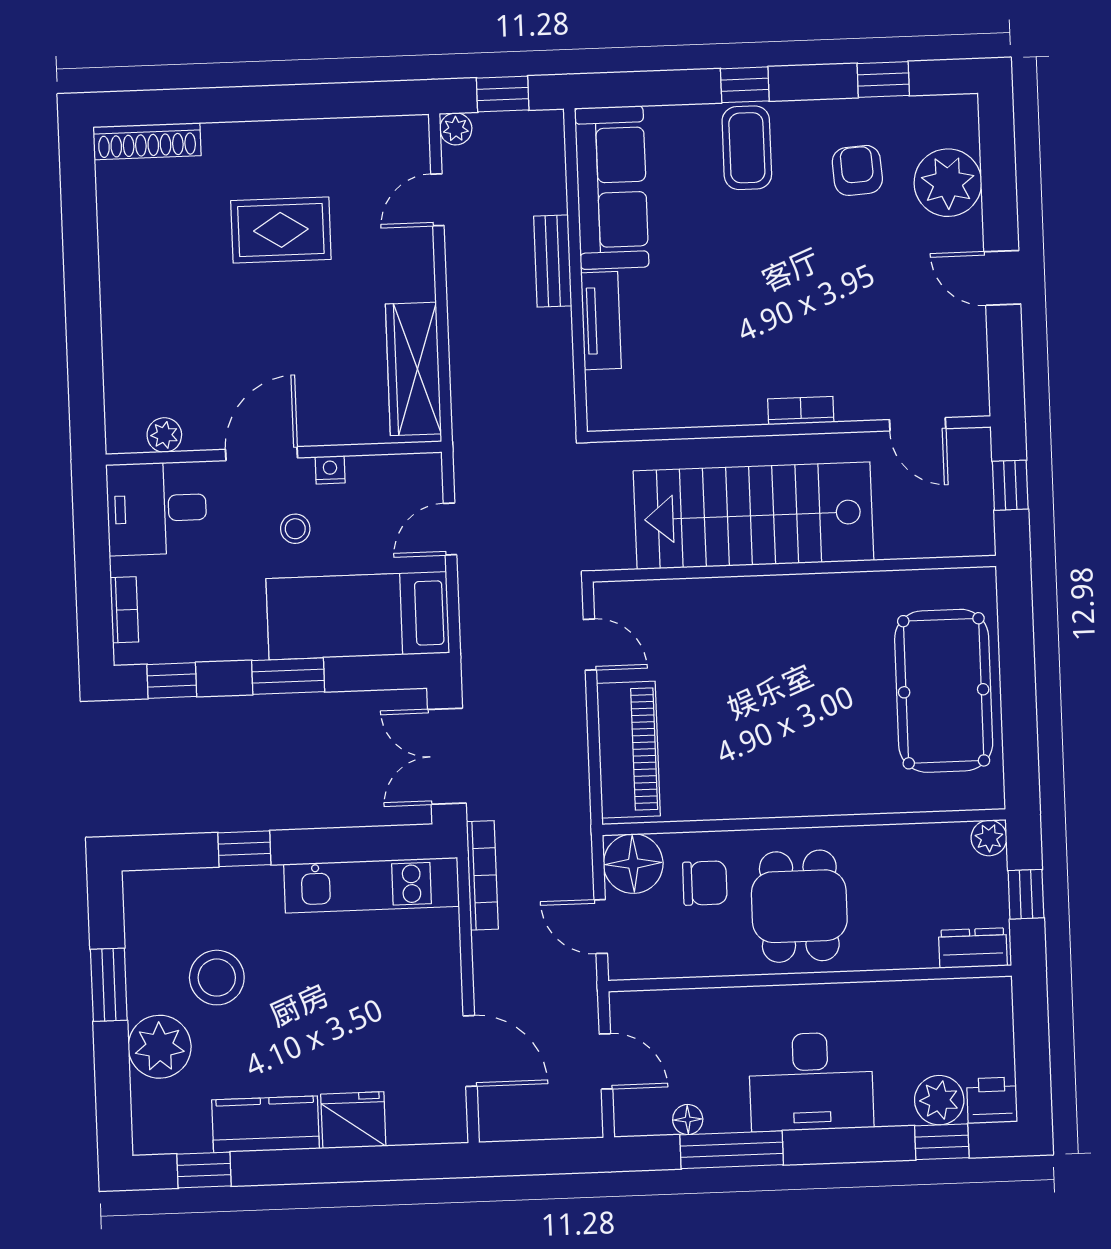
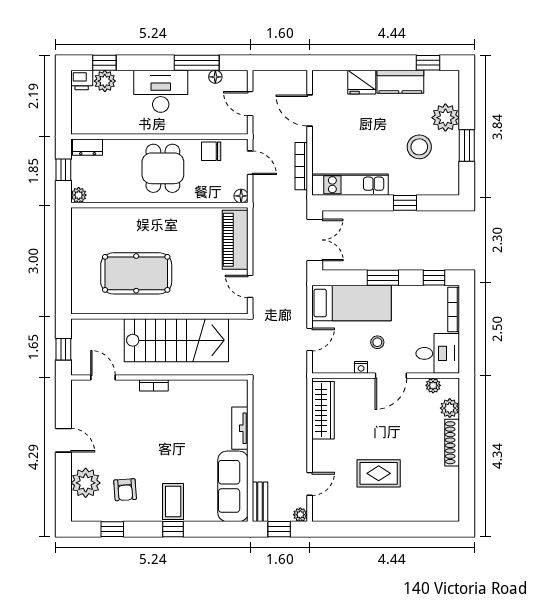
shoe rack: (147, 141) -> (452, 443), moved, turned -90
bench: (553, 261) -> (260, 502), moved
plant: (125, 385) -> (450, 408), added
bookcase: (124, 610) -> (454, 310), width x1.56
pool table: (944, 691) -> (136, 273), moved, turned 90
floor lamp: (633, 864) -> (241, 196), width x0.53, depth x0.53
bookcase: (482, 875) -> (301, 166), moved
chair: (705, 883) -> (211, 151), moved

